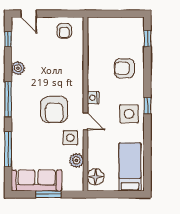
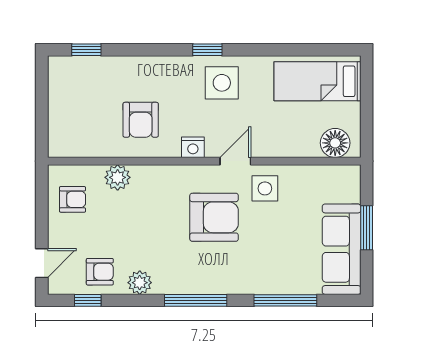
armchair: (24, 46) -> (100, 272), added
armchair: (124, 68) -> (141, 120), moved
plant: (76, 160) -> (118, 177), moved

